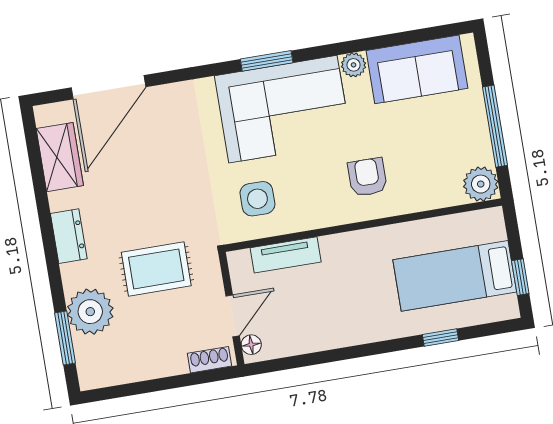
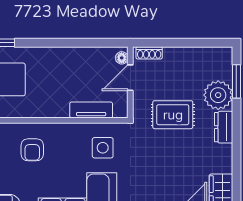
dresser: (69, 236) -> (224, 127), moved

